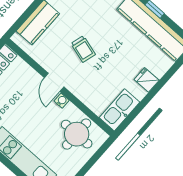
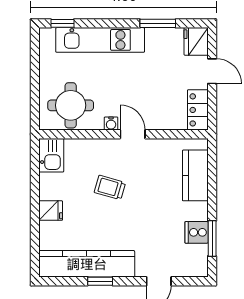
trolley: (83, 49) -> (110, 188), moved
kitchen sink: (119, 110) -> (51, 155), width x0.73

